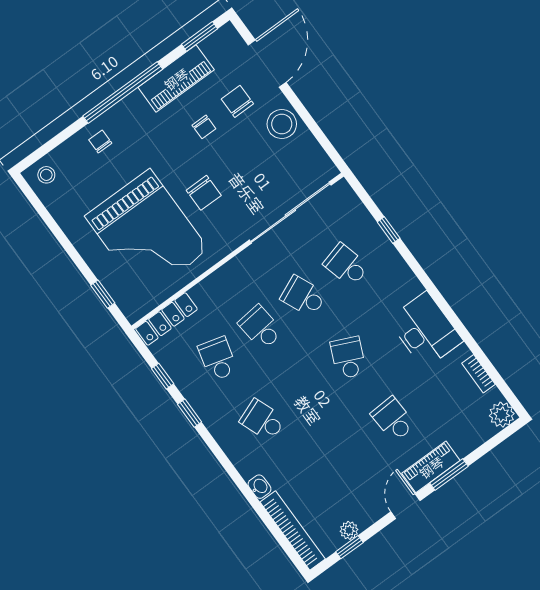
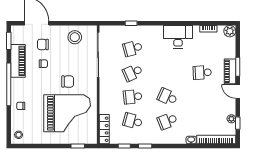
stool: (282, 124) -> (75, 37), moved
school desk: (348, 358) -> (167, 97), moved

